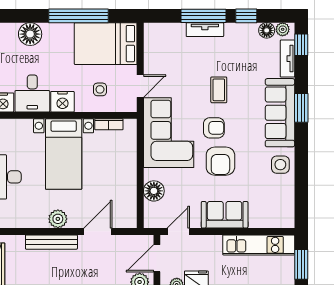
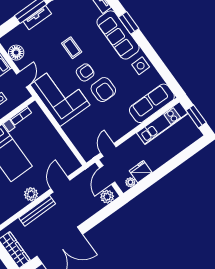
floor lamp: (154, 191) -> (16, 53), moved
sofa: (225, 215) -> (152, 103), moved, width x1.36

